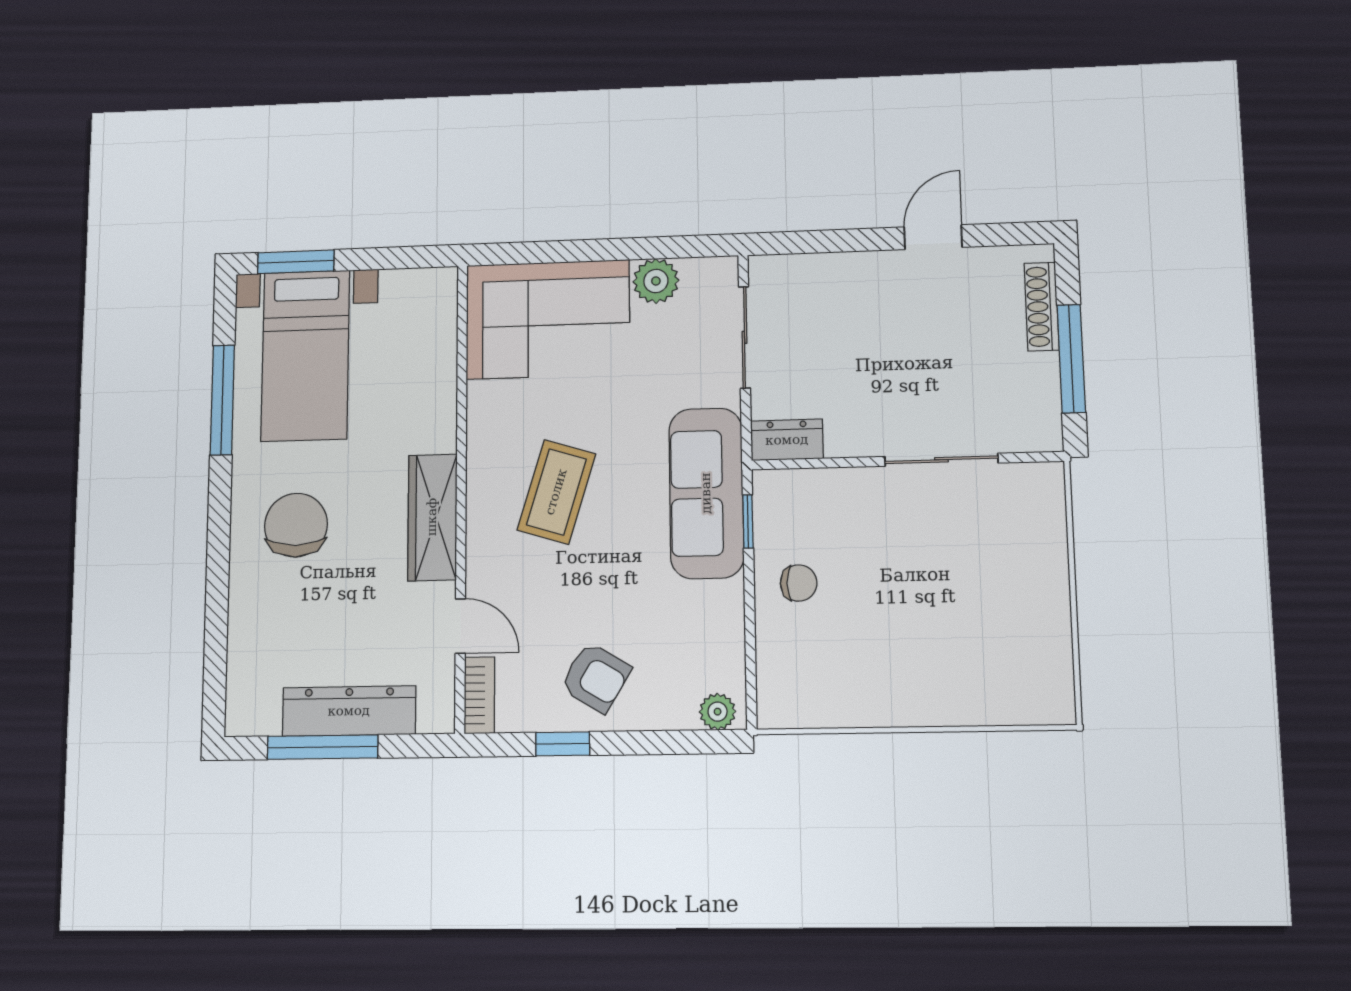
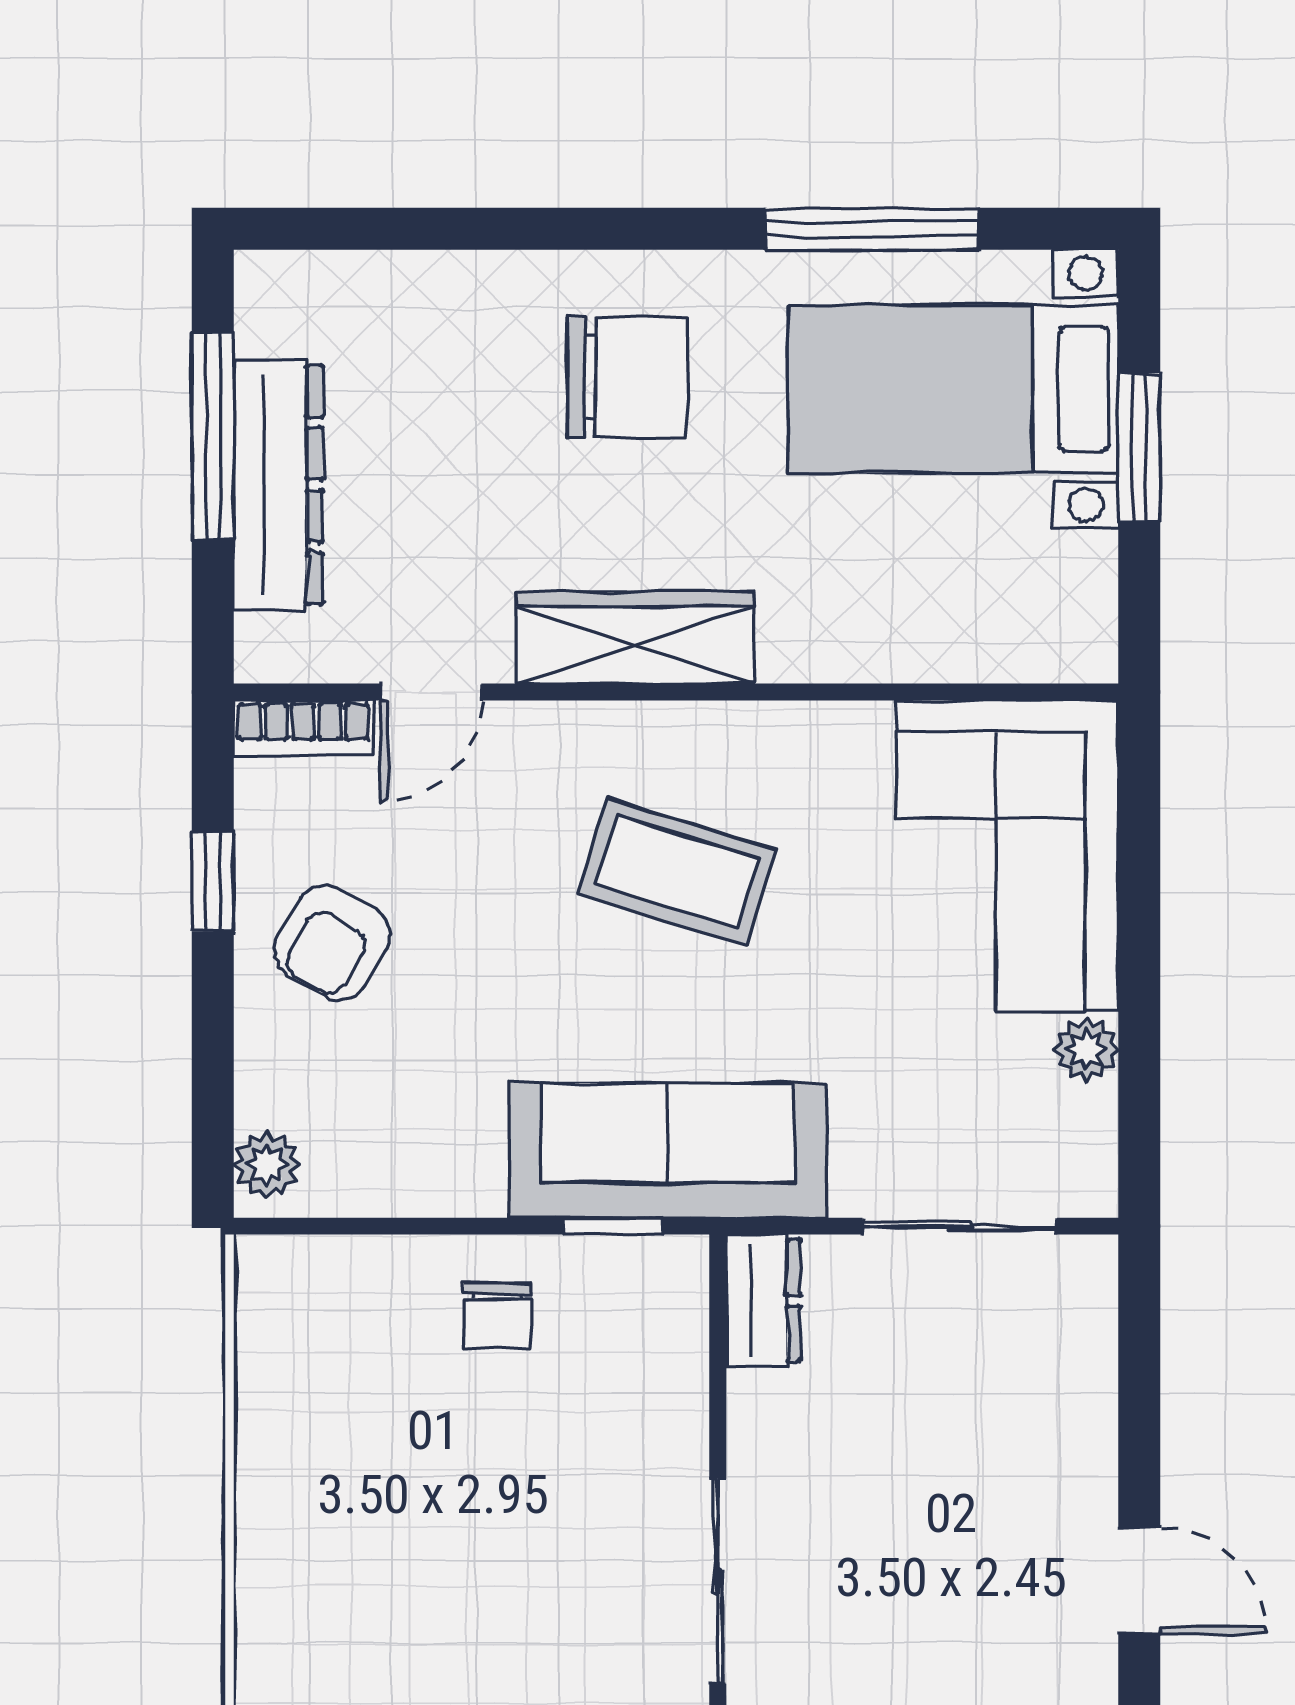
window: (296, 262) -> (1139, 448), moved
plant: (656, 281) -> (1086, 1050), width x0.73, depth x0.73

